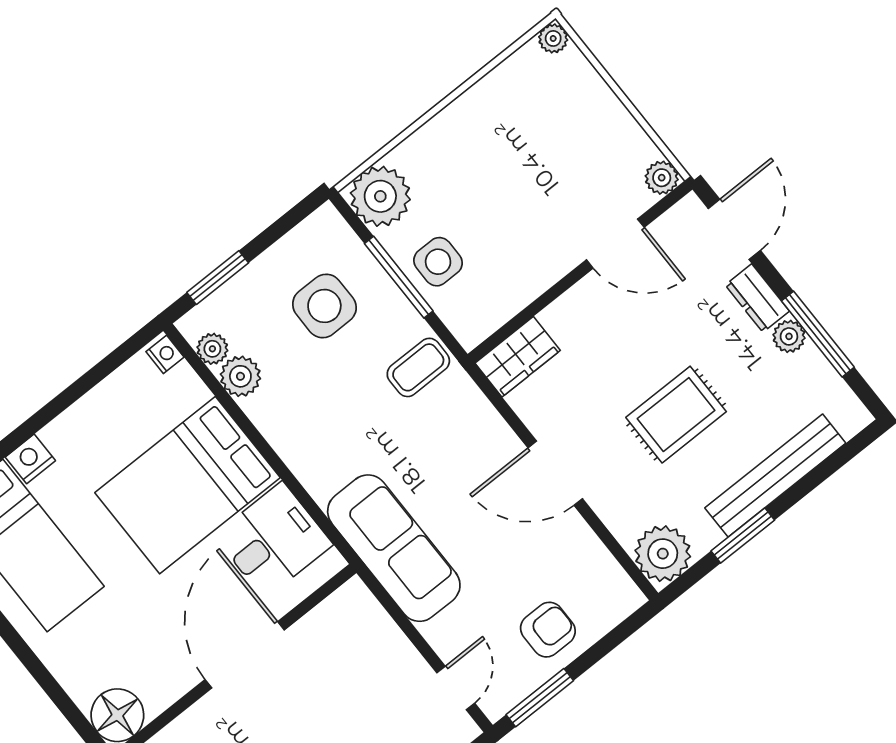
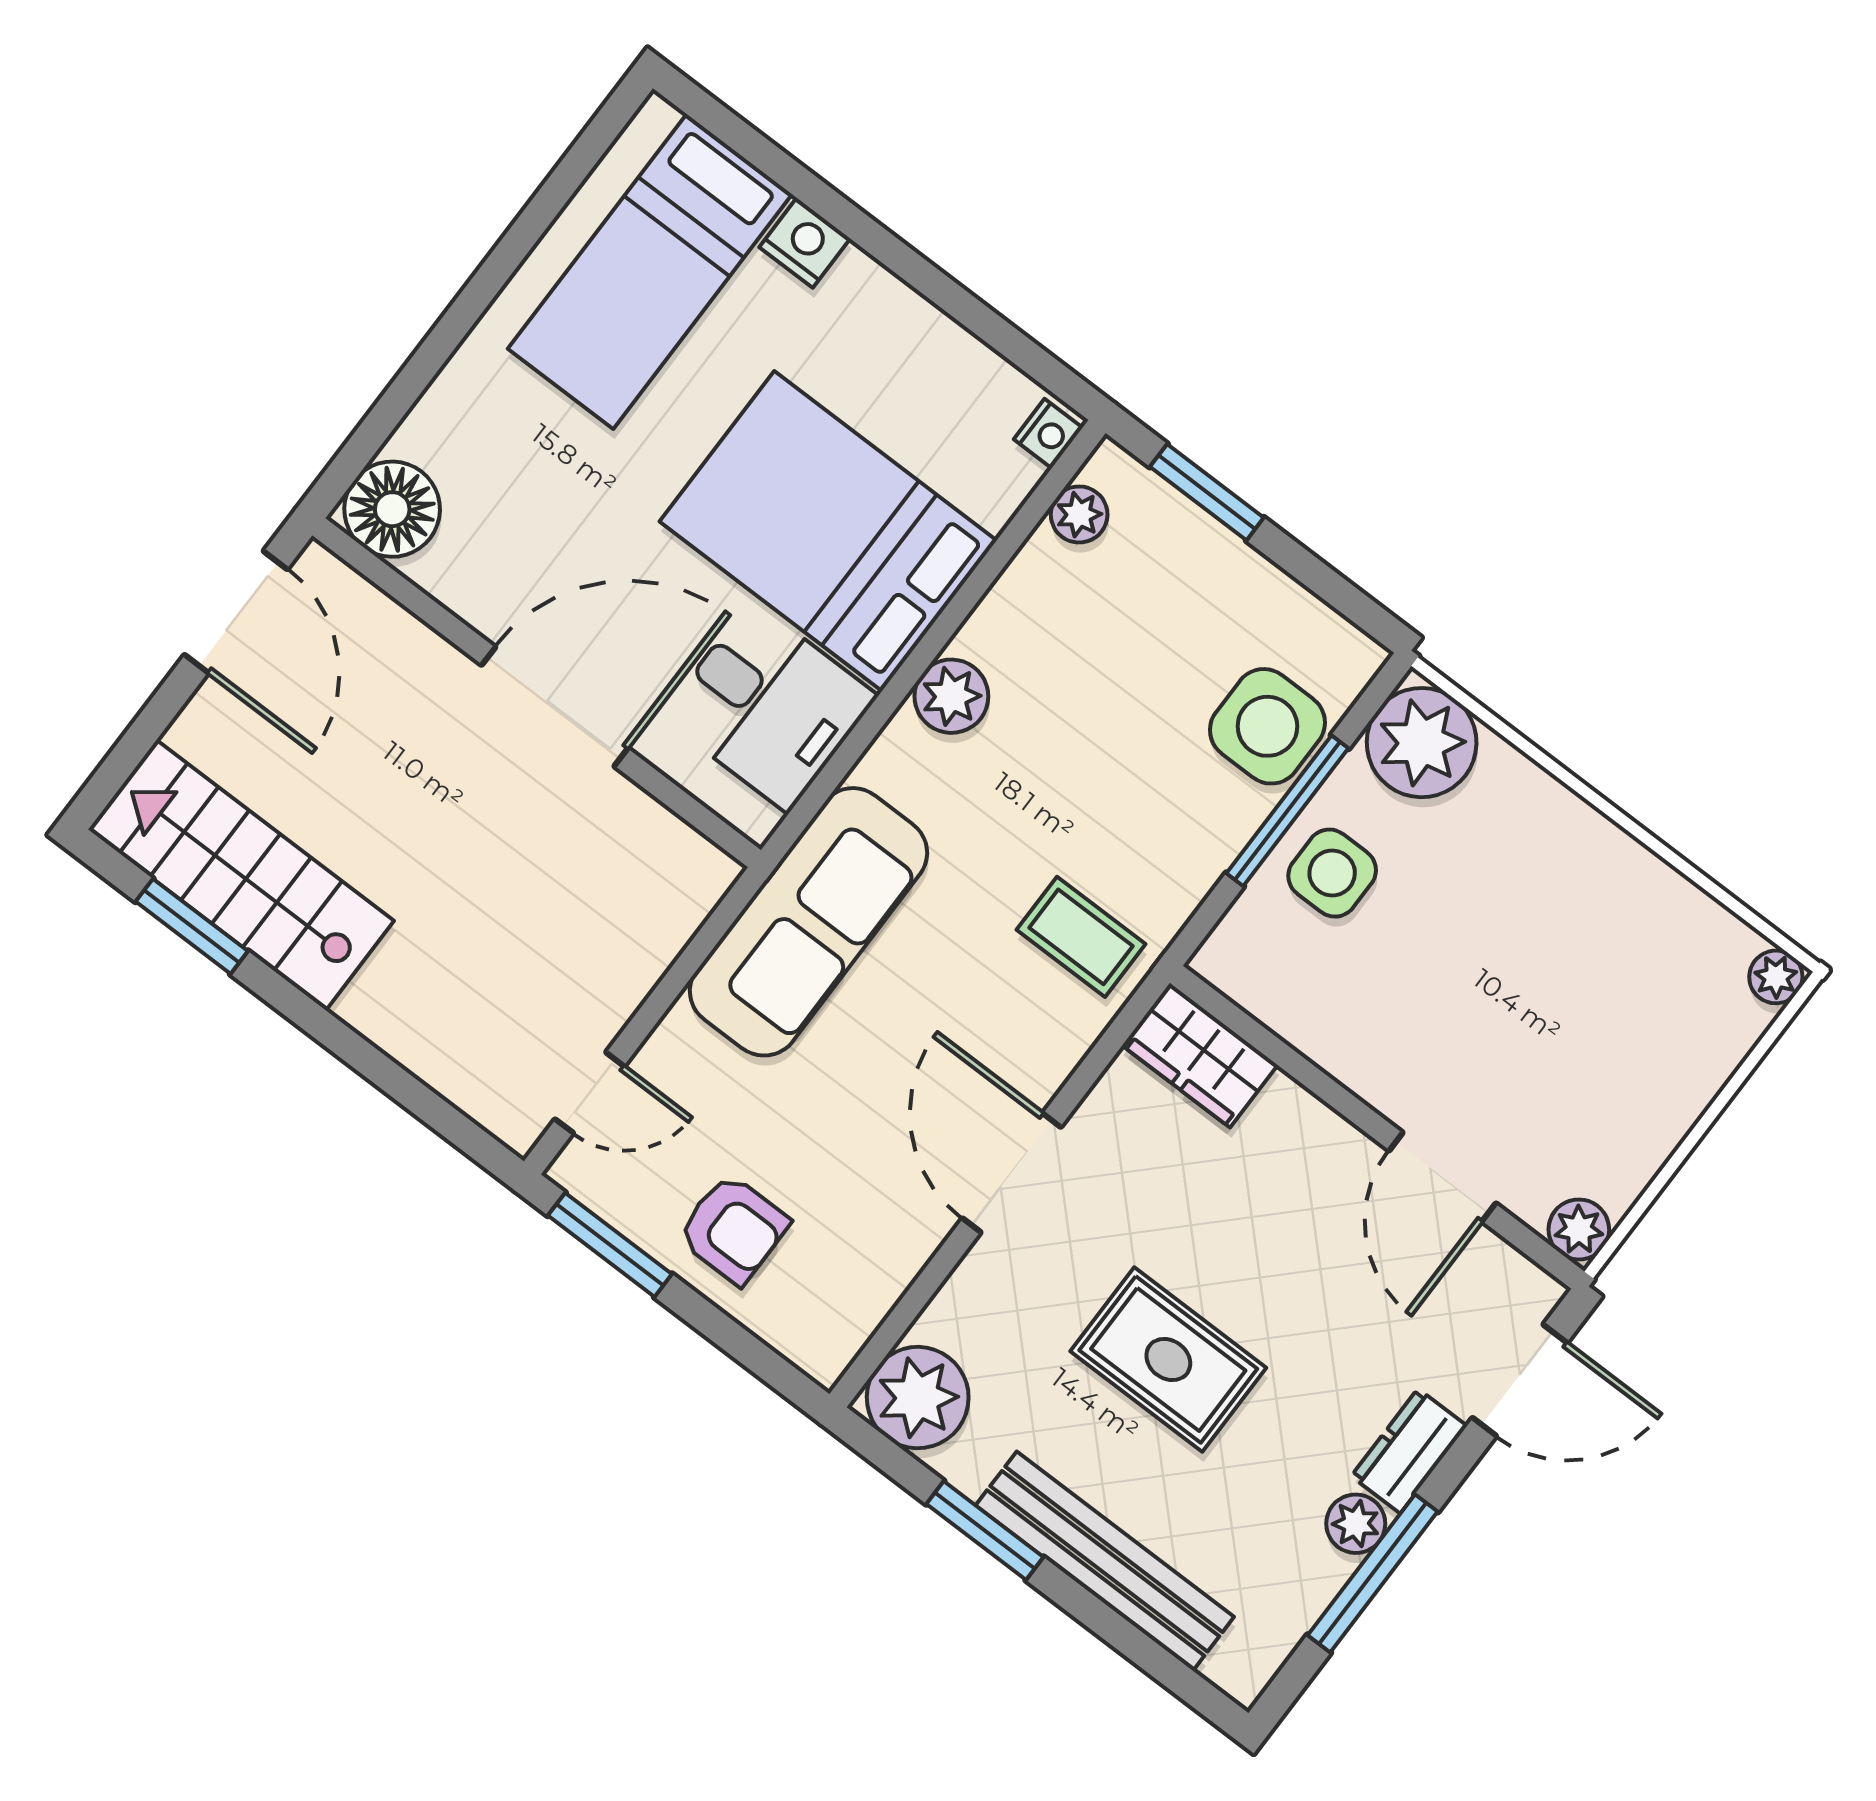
side table: (324, 306) -> (1267, 726), moved
coffee table: (418, 367) -> (1081, 937), moved
plant: (240, 376) -> (951, 696), moved

